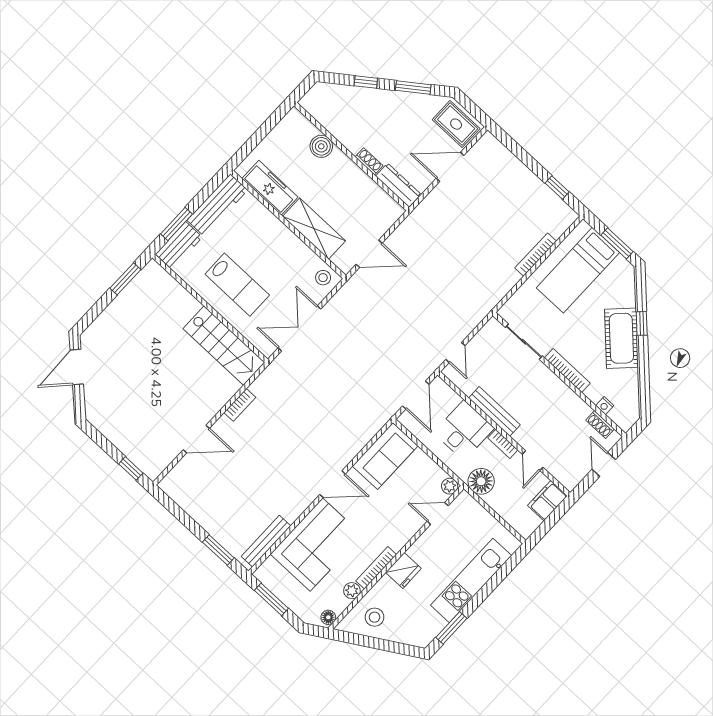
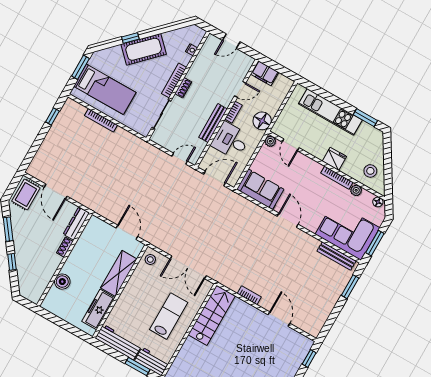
shoe rack: (600, 425) -> (183, 88), moved
corner sofa: (316, 545) -> (347, 231), moved

